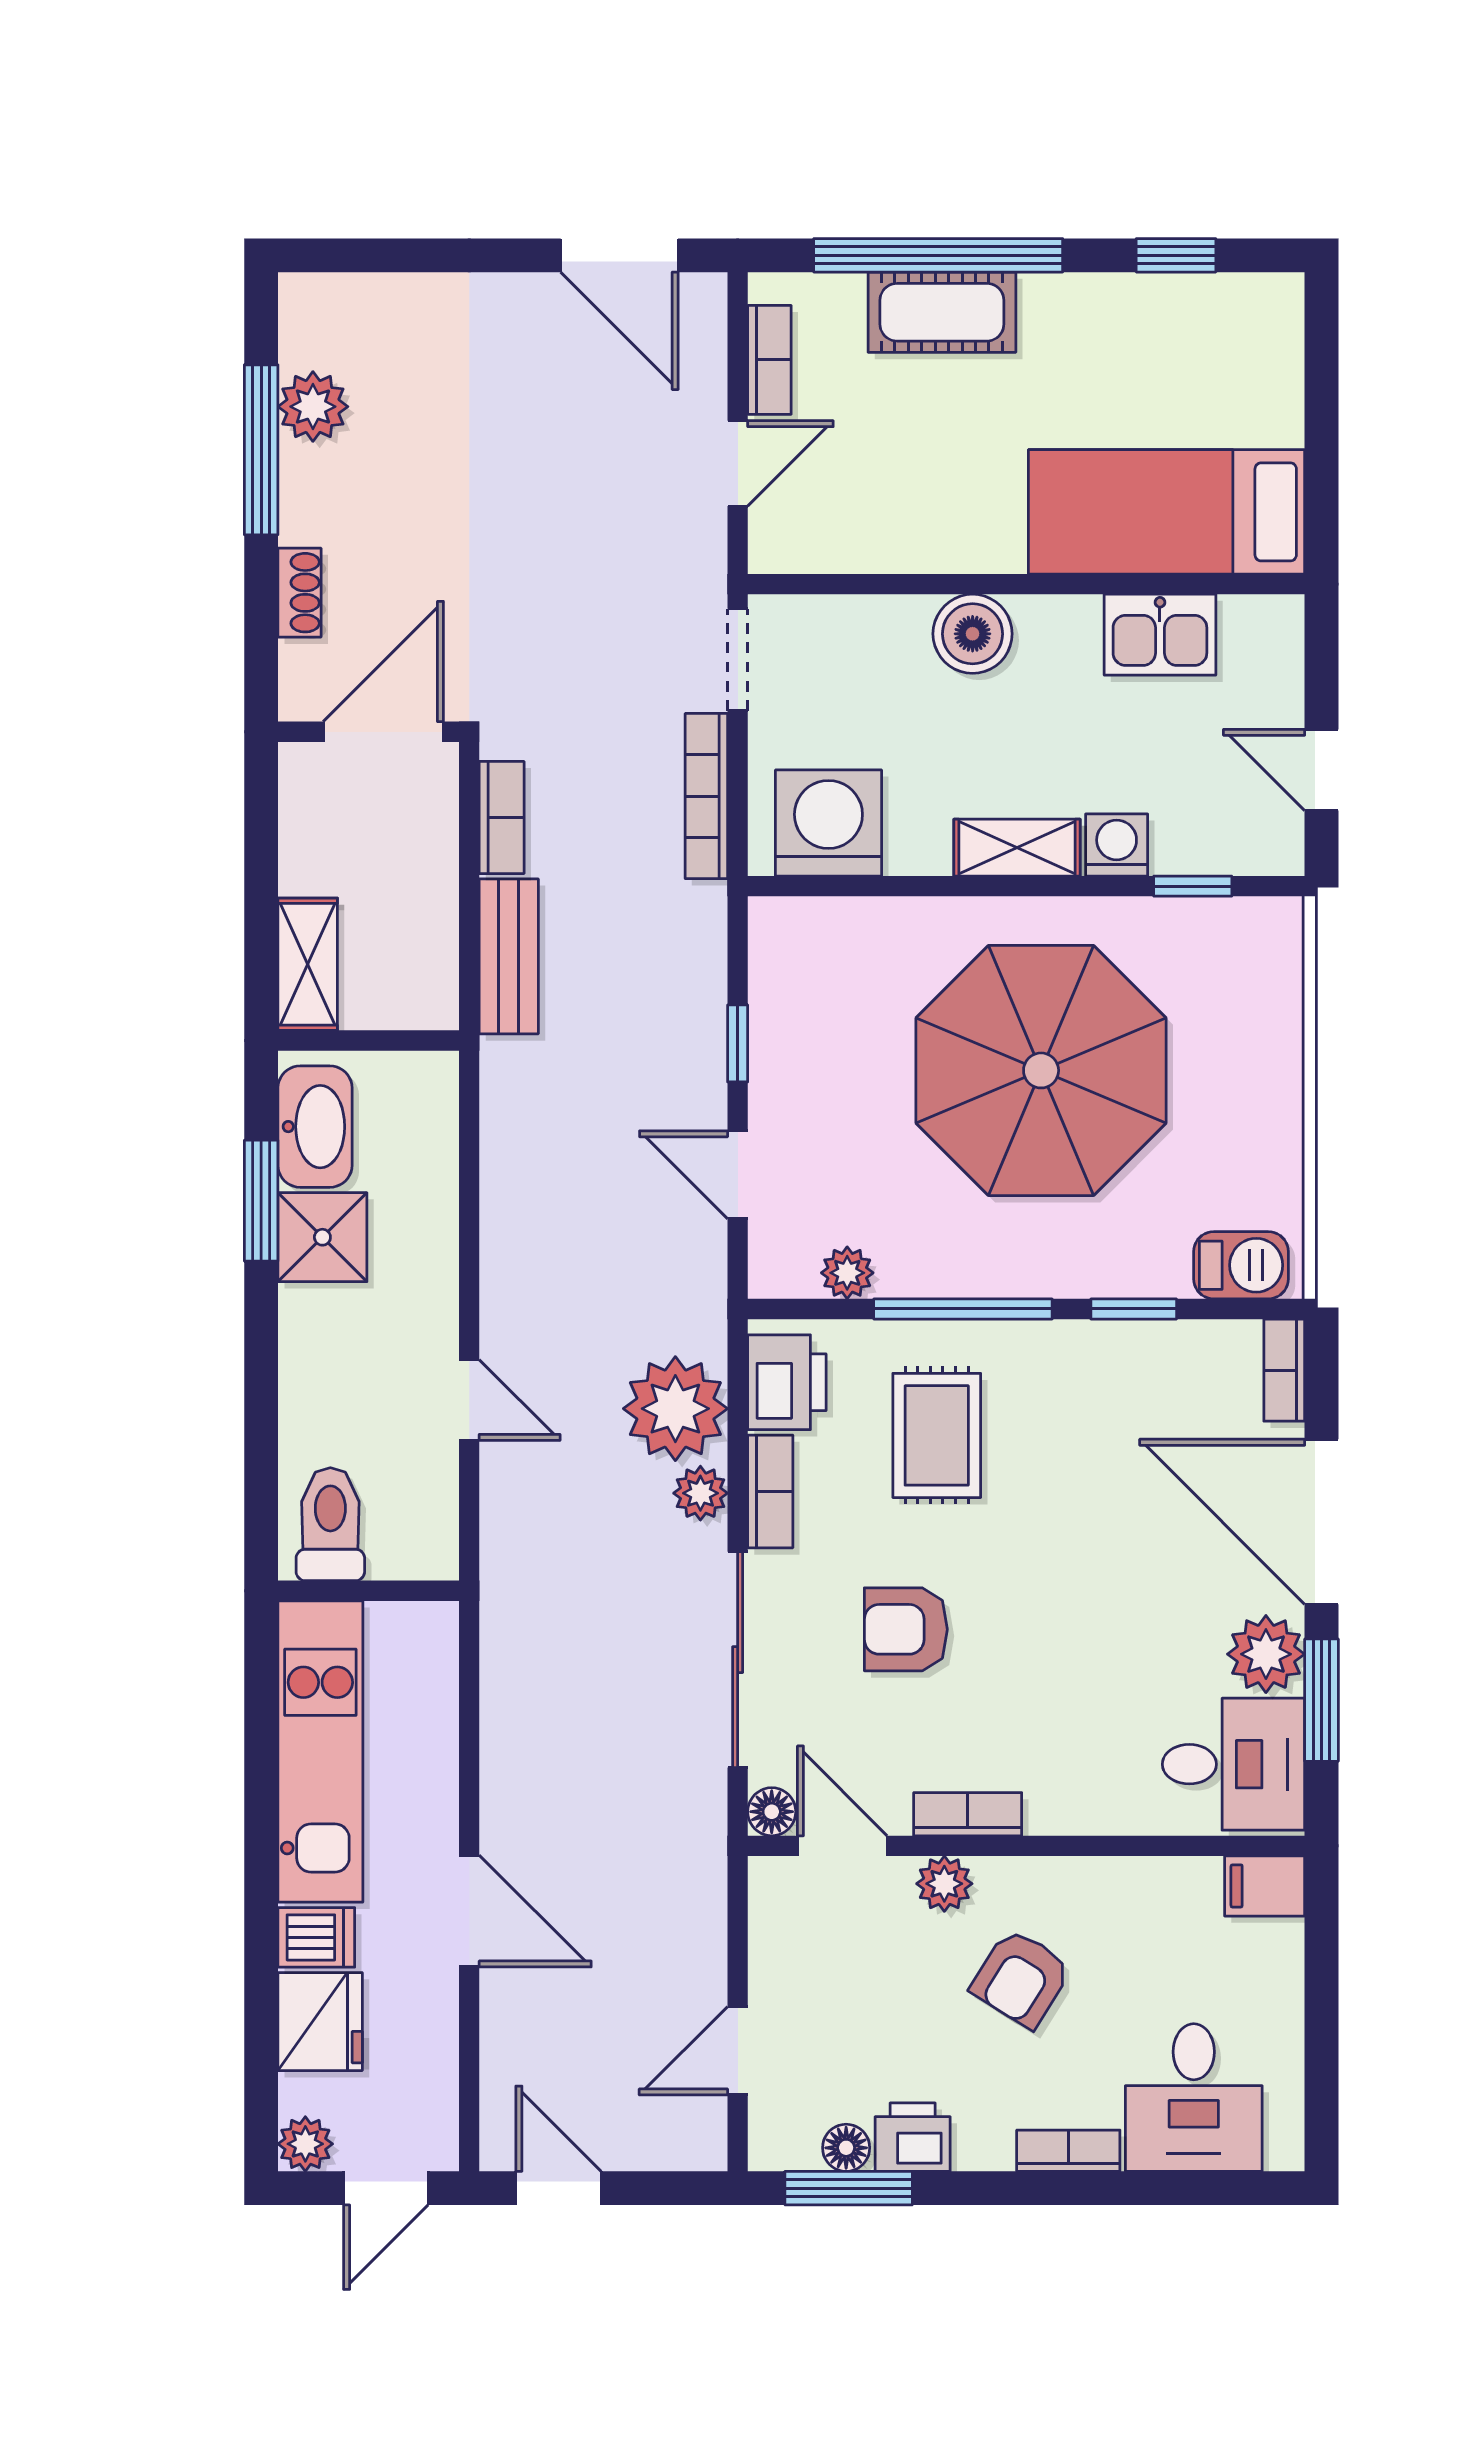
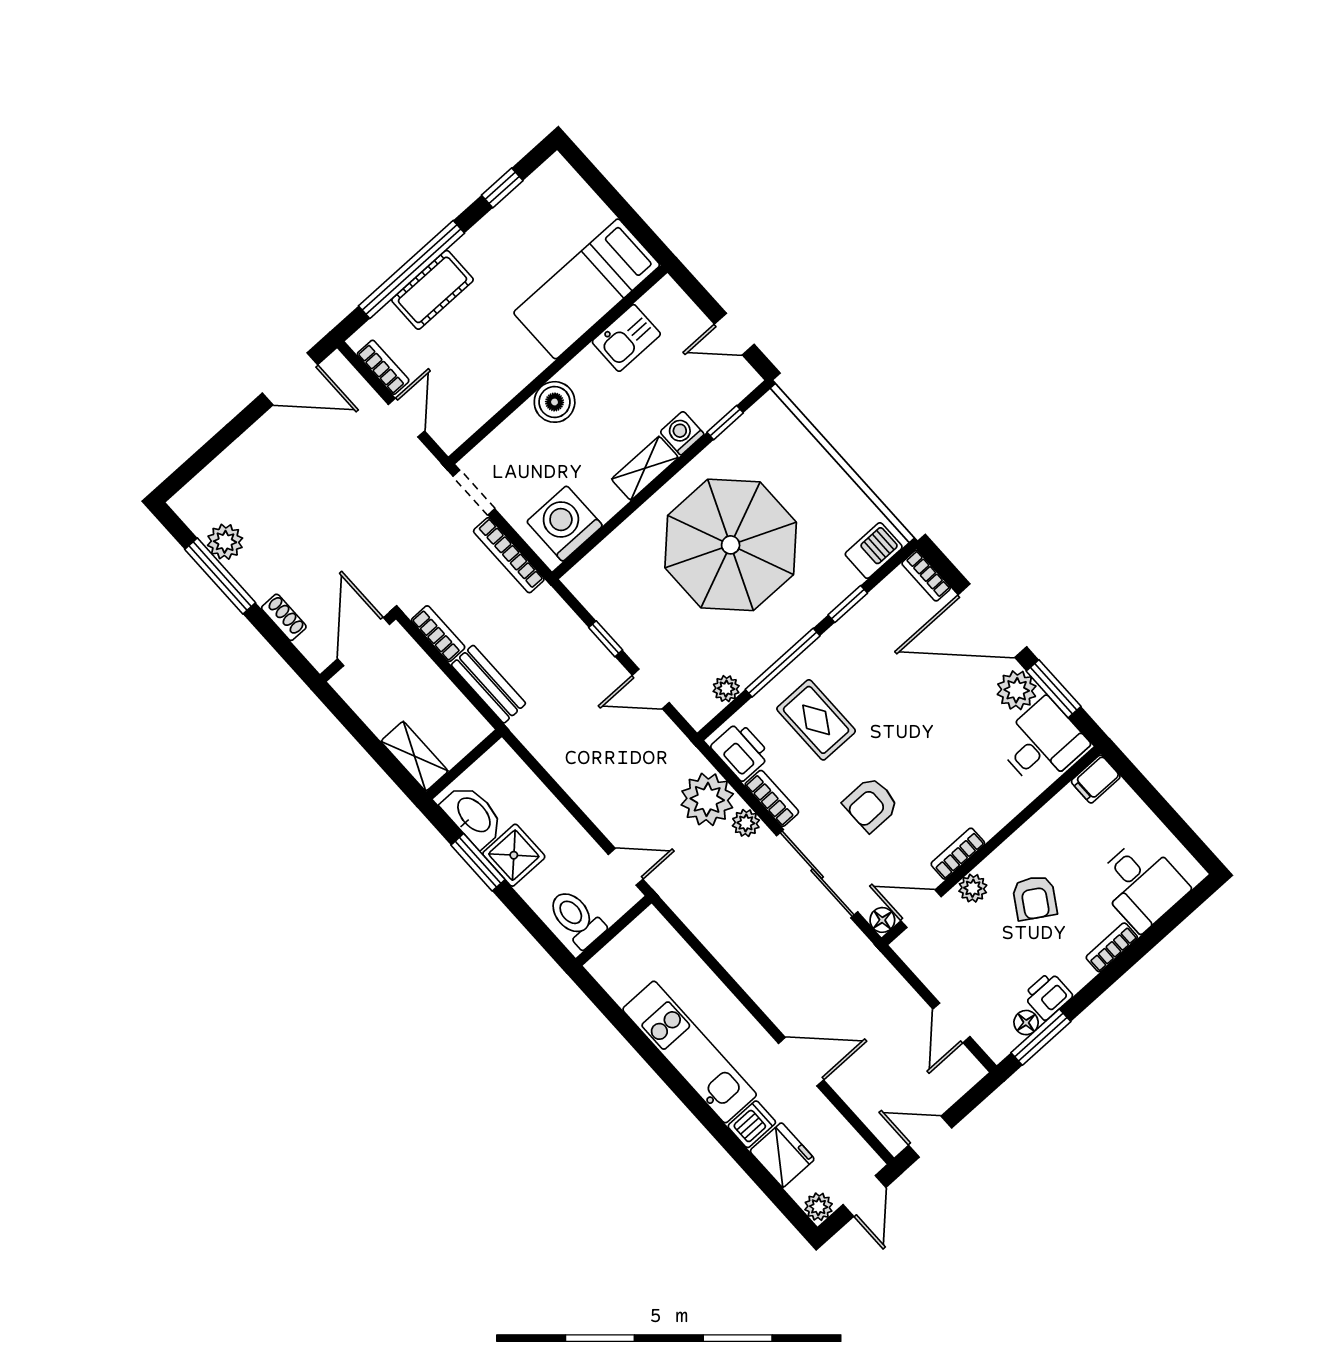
toilet: (330, 1524) -> (576, 918), moved
wall: (368, 1591) -> (614, 931), moved

